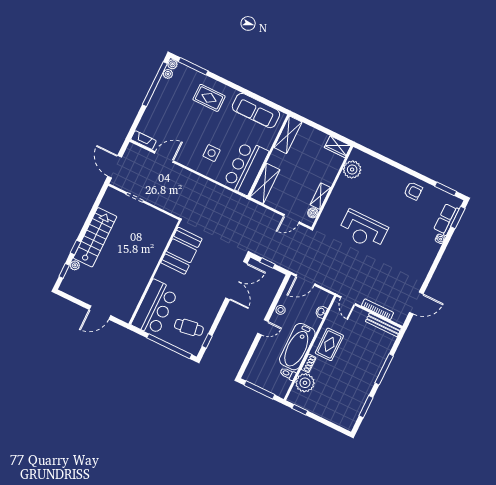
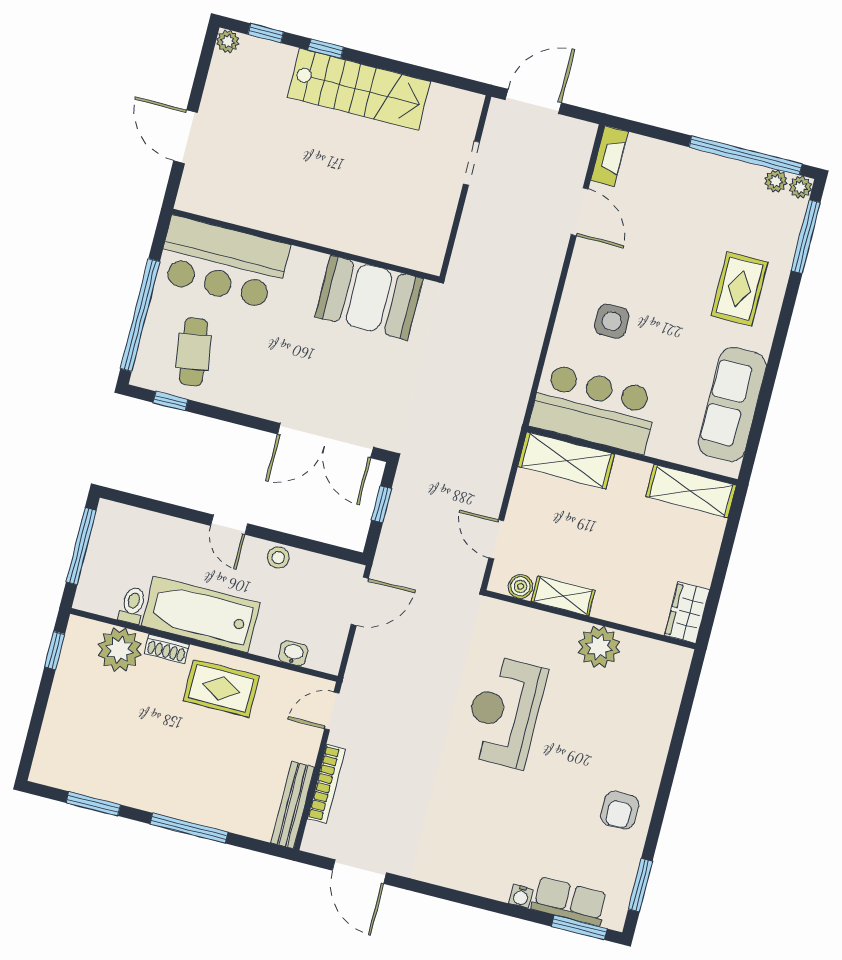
plant: (352, 170) -> (599, 647), moved
plant: (75, 265) -> (228, 41), moved
door: (305, 280) -> (360, 601), swing flipped

